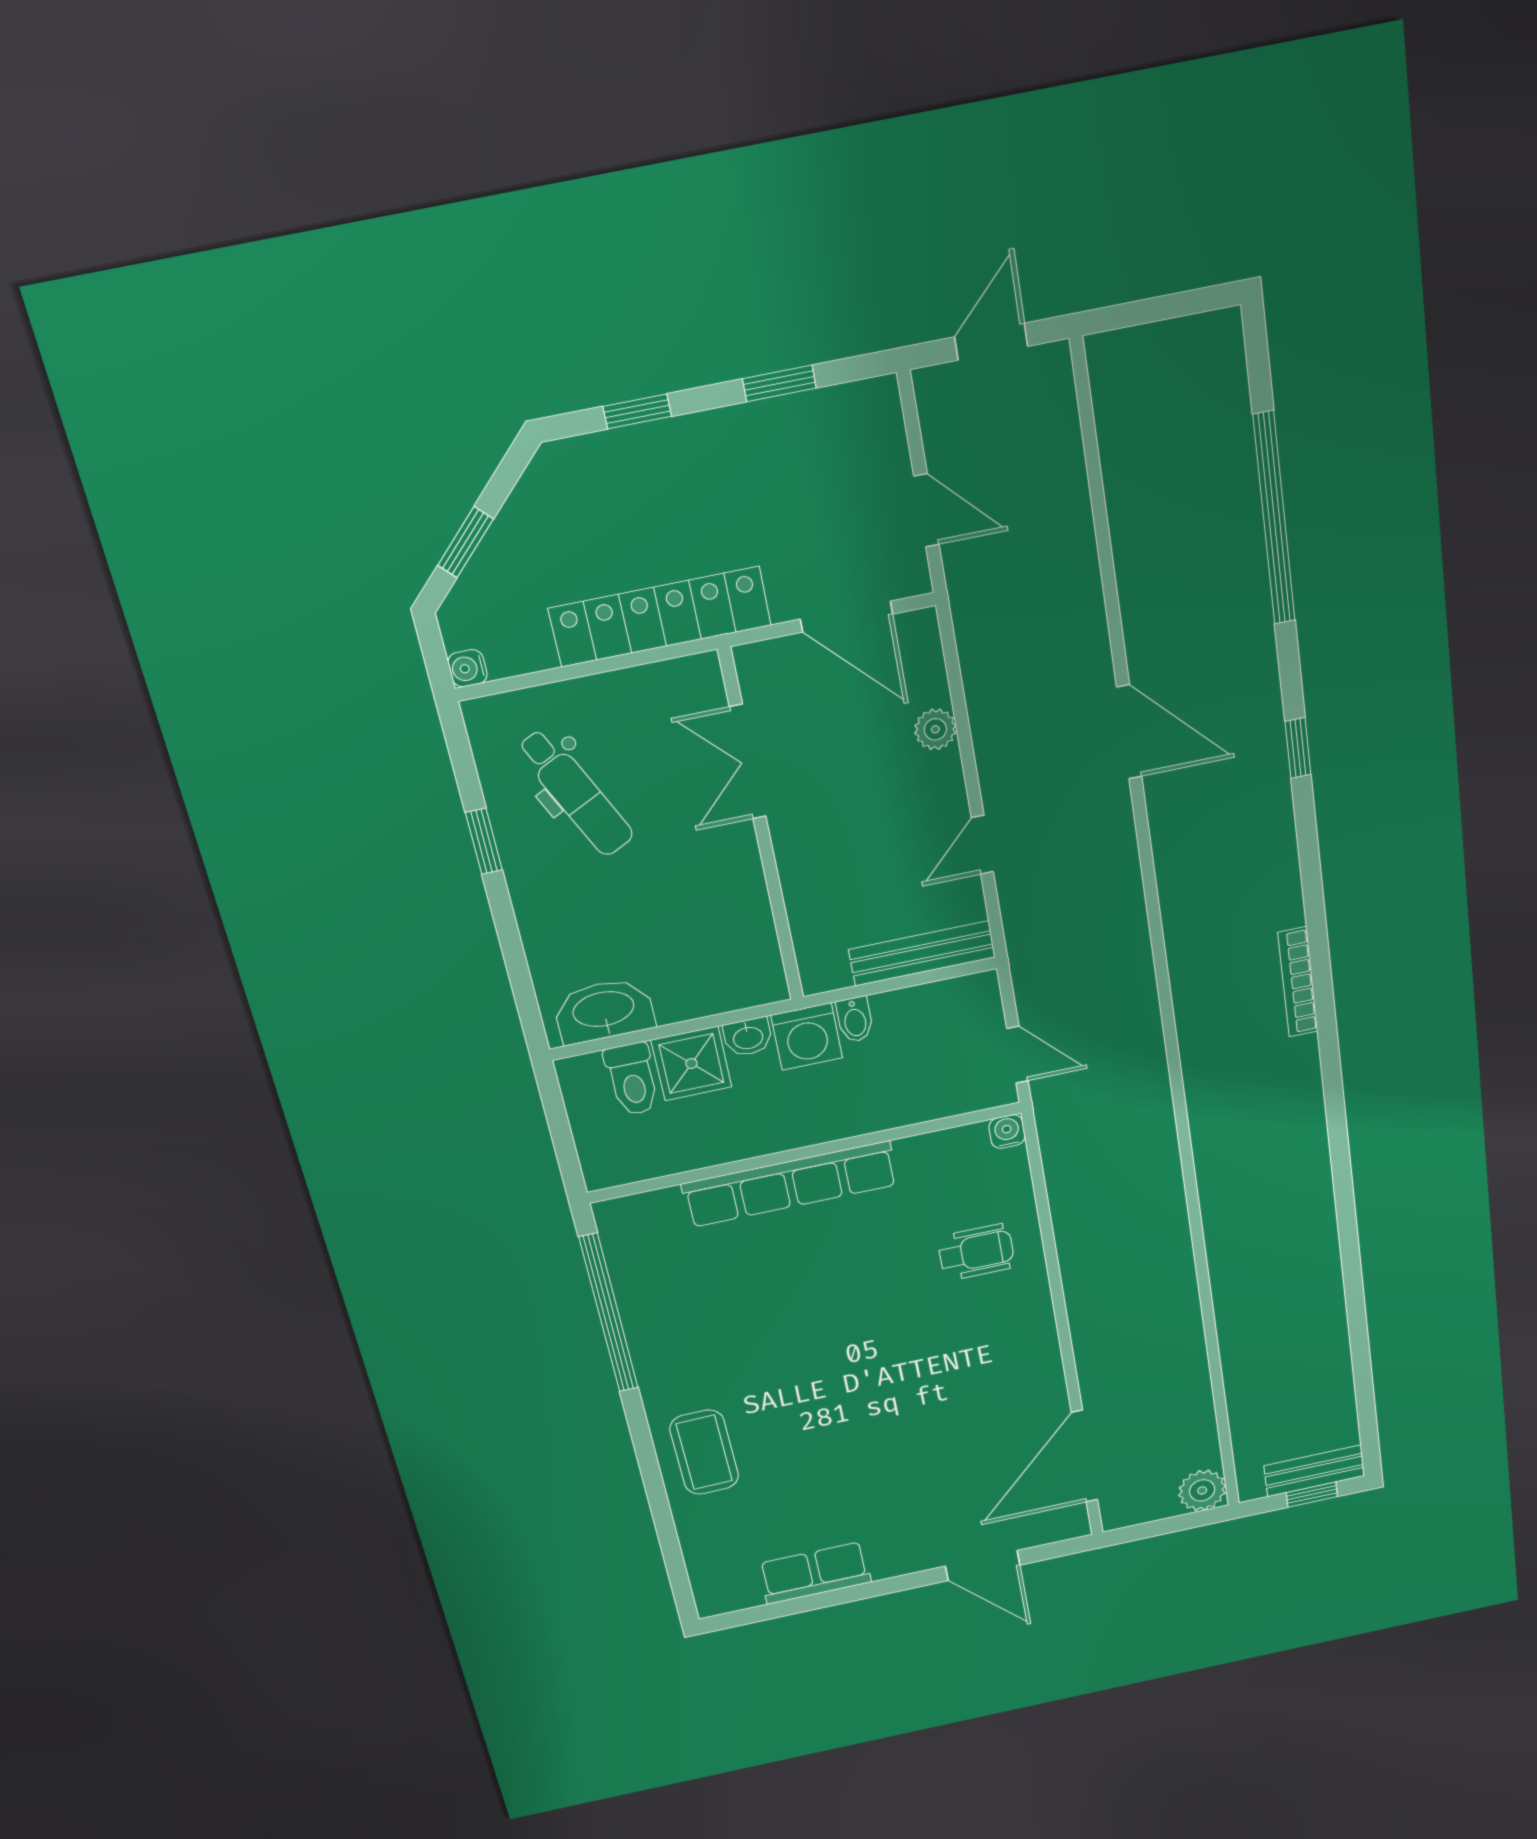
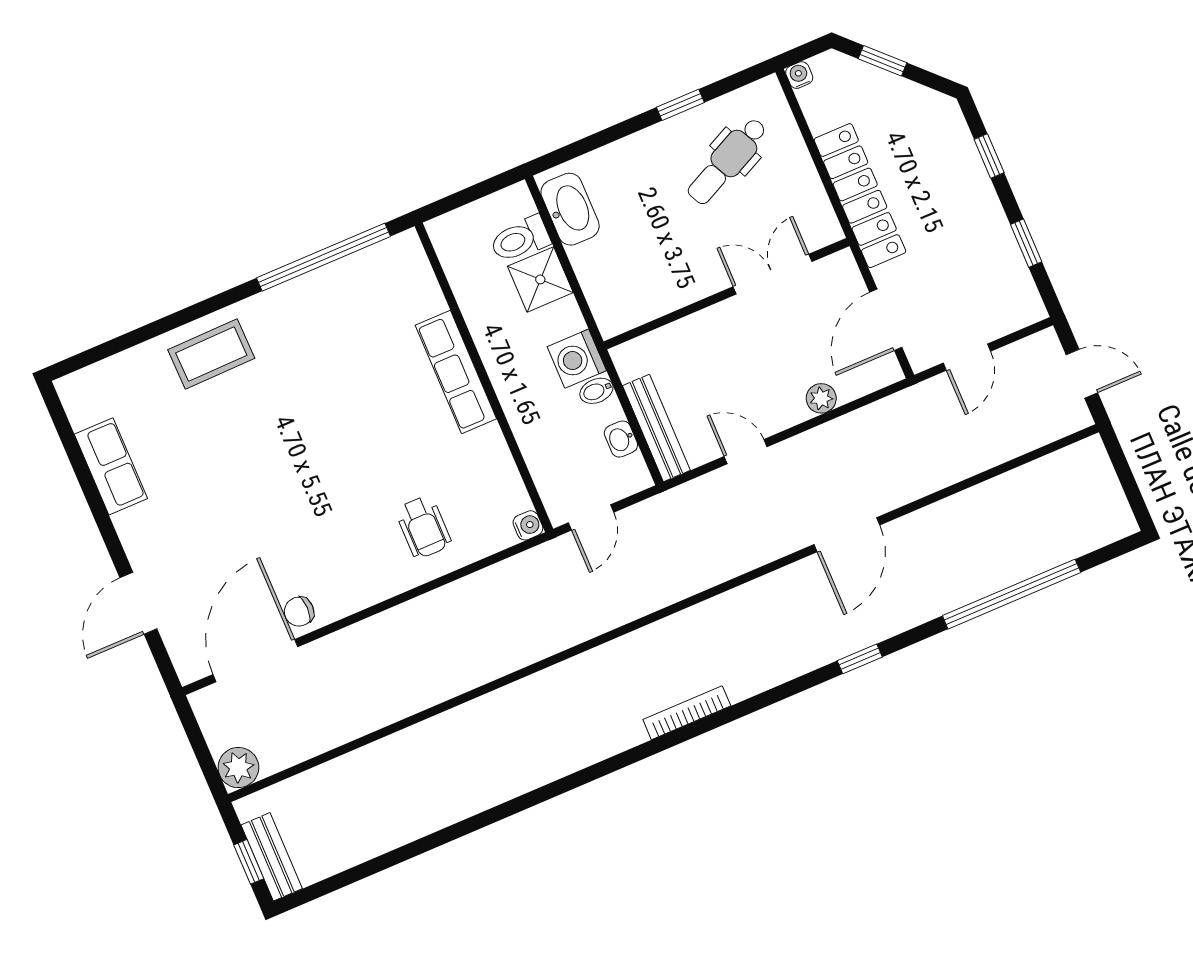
washbasin: (748, 1037) -> (621, 439), moved
row of seats: (790, 1184) -> (456, 372), width x0.73
chair: (1040, 1403) -> (299, 612), added
door: (1084, 1456) -> (255, 661), hinge flipped

